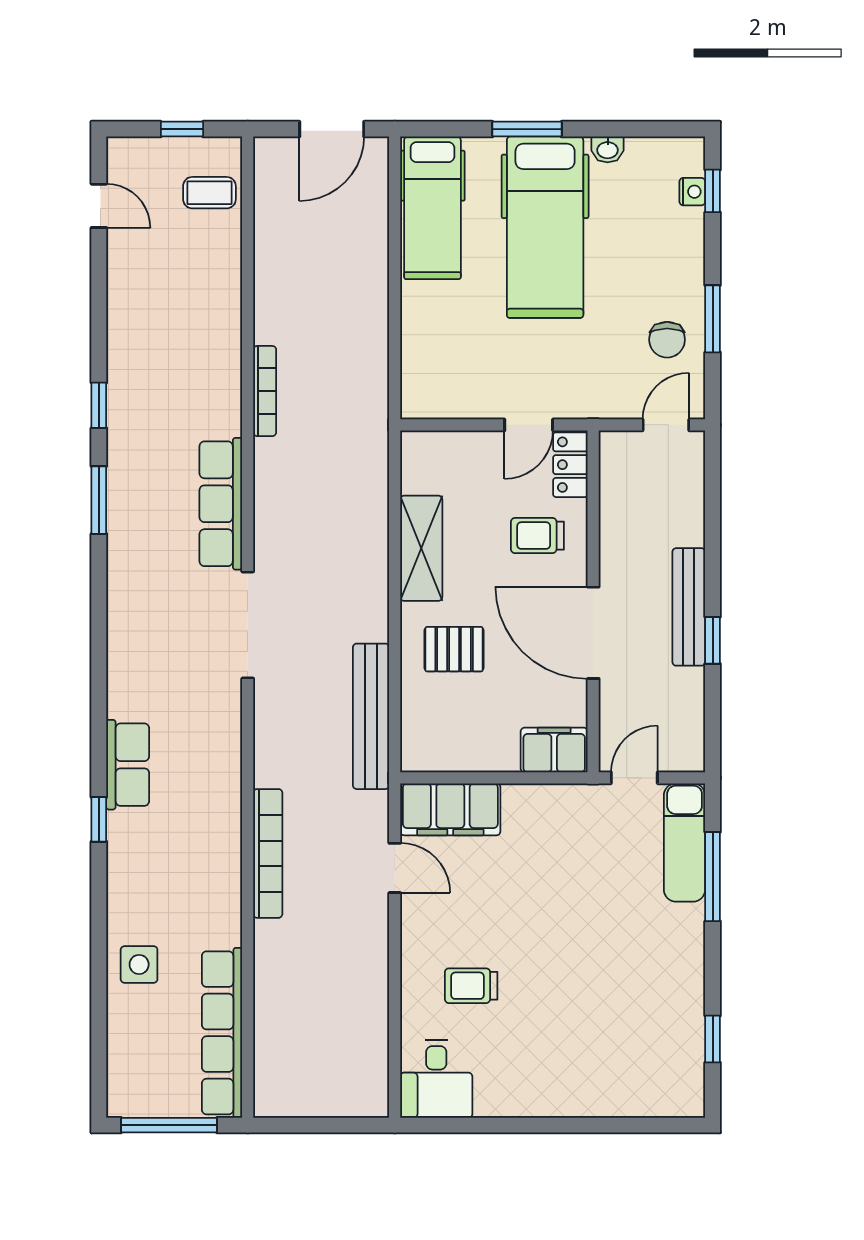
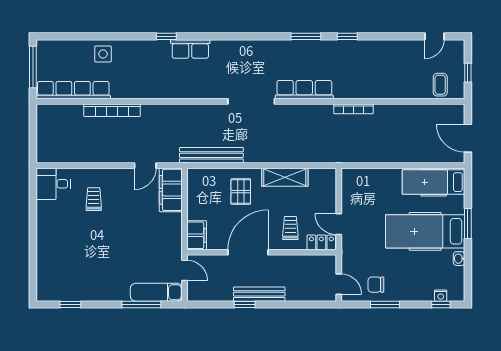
bookcase: (268, 853) -> (112, 110), moved

